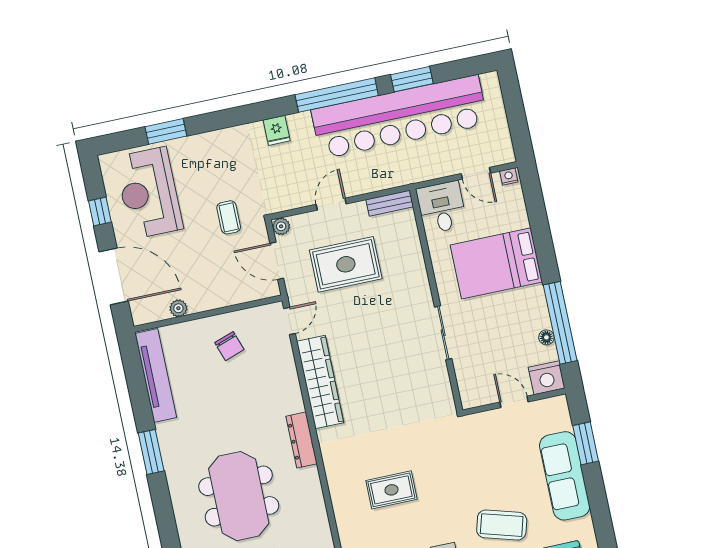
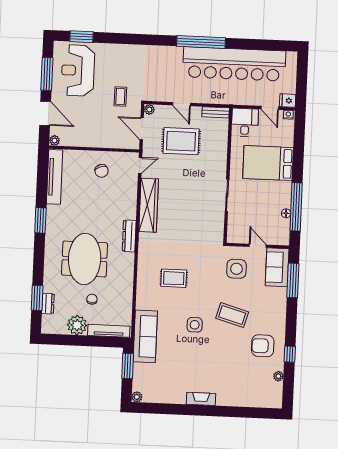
window: (412, 79) -> (247, 44), removed
fridge: (277, 130) -> (288, 101), moved, turned 90
window: (166, 131) -> (82, 37), moved
door: (331, 204) -> (182, 104), swing flipped
window: (100, 211) -> (47, 74), width x2.17
door: (114, 276) -> (45, 113), width x0.73
plant: (178, 308) -> (54, 140), moved
nightstand: (547, 378) -> (280, 237), removed
window: (586, 443) -> (293, 280), width x1.44
side table: (489, 448) -> (236, 269), added
sofa: (565, 476) -> (277, 267), moved, width x0.73

